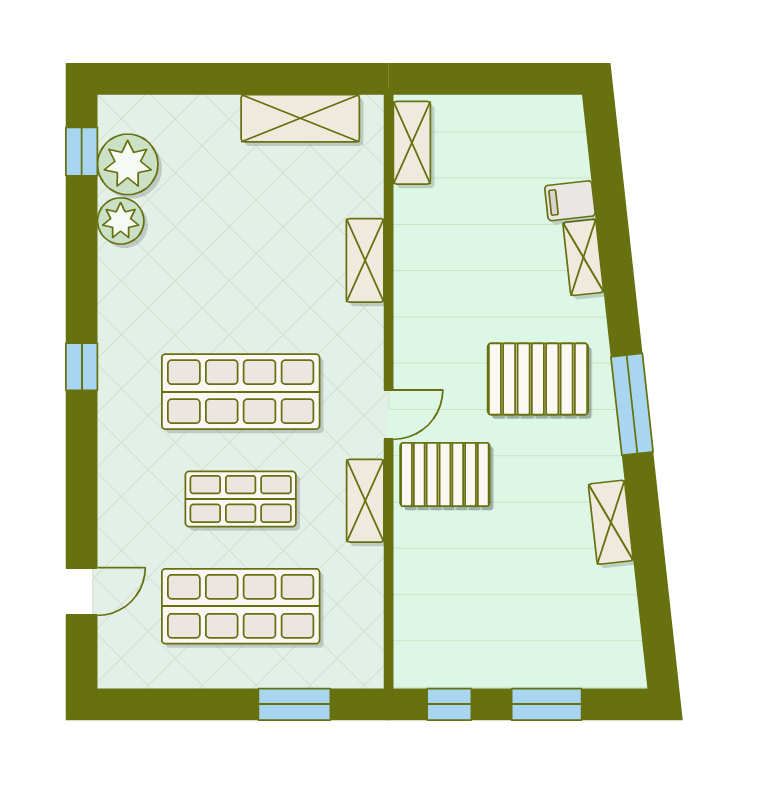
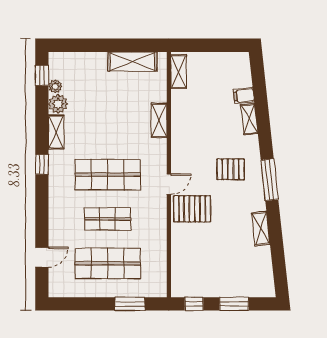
plant: (128, 164) -> (55, 86), width x0.53, depth x0.53
pallet: (538, 379) -> (231, 169), width x0.67, depth x0.71
shelving: (365, 501) -> (56, 132), moved

